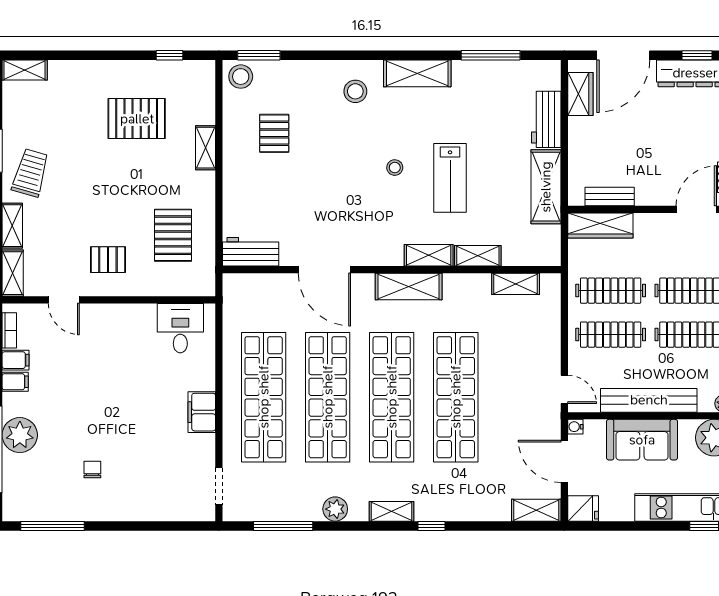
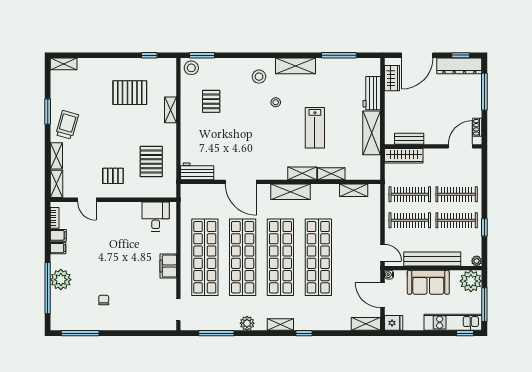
stool: (395, 168) -> (276, 102), moved

